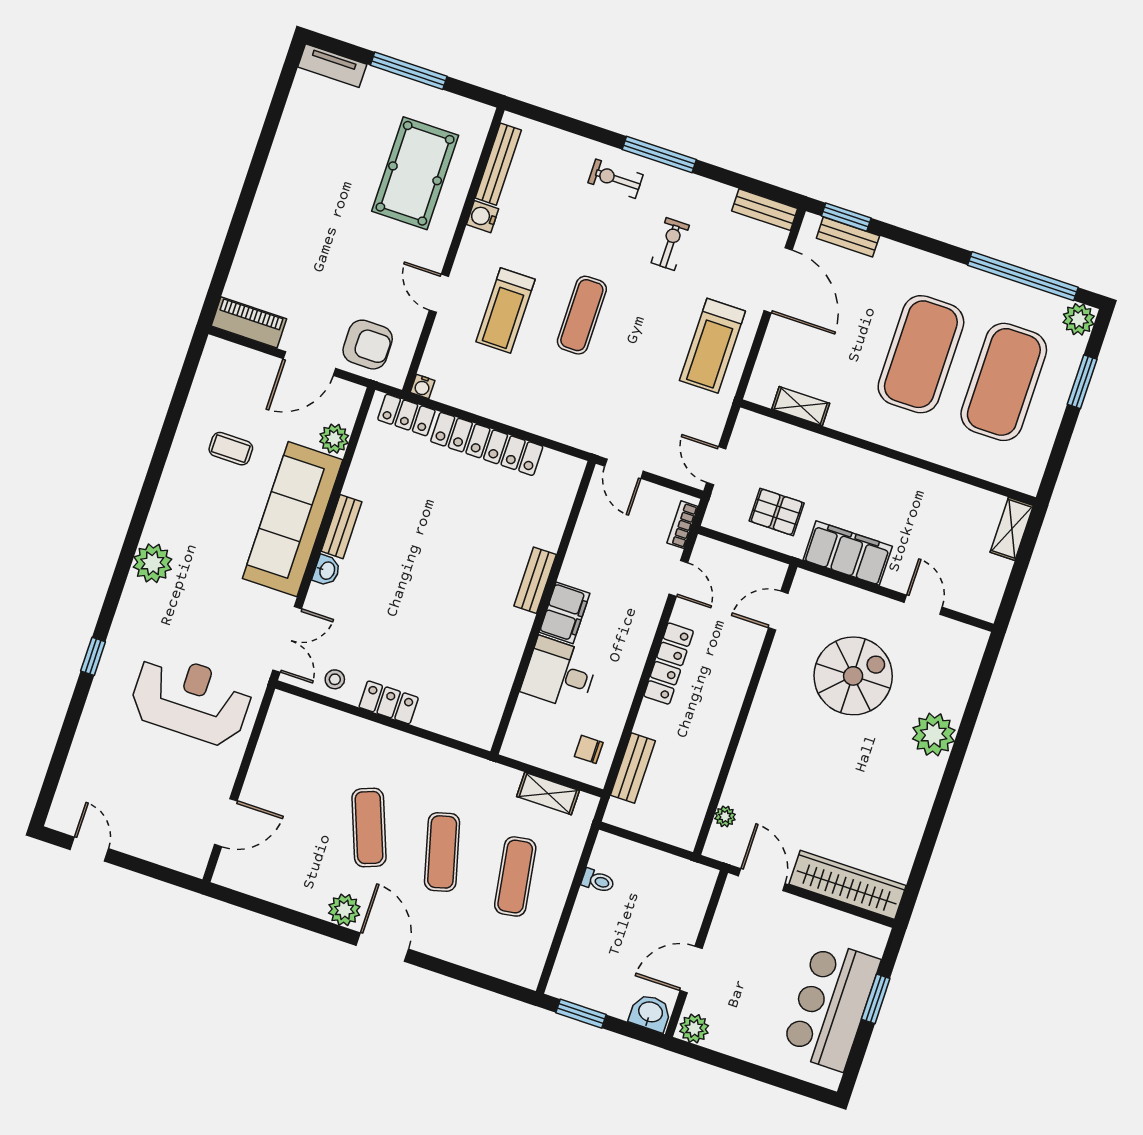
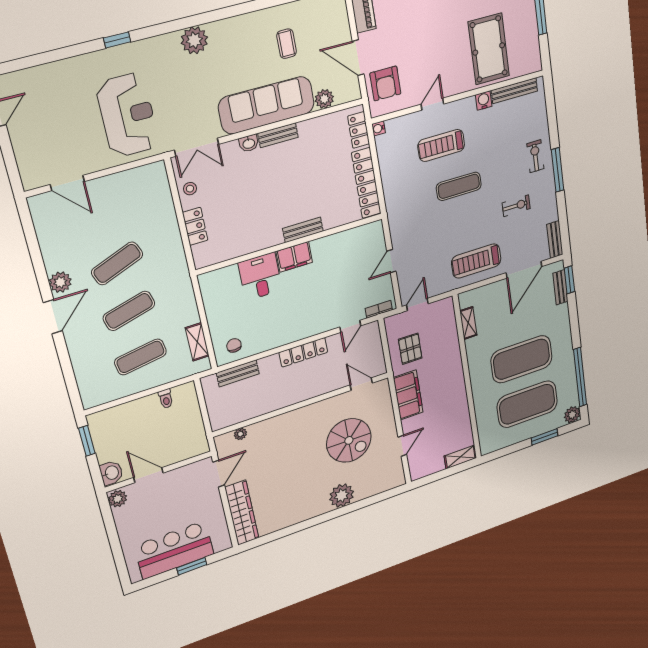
pool table: (415, 173) -> (489, 49), turned 90
bench: (535, 580) -> (303, 230), moved
wall: (543, 608) -> (291, 244), moved
filing cabinet: (565, 613) -> (294, 257), moved
desk: (560, 673) -> (260, 276), moved

